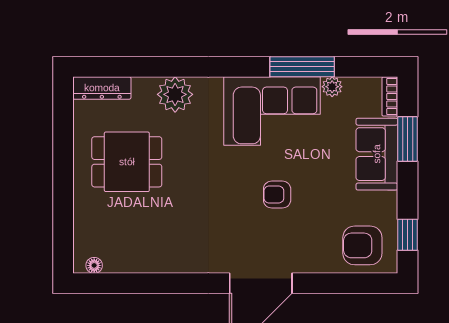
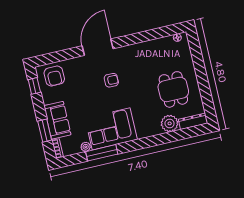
plant: (175, 94) -> (170, 123), moved
dining table: (127, 162) -> (173, 89), turned 90
armchair: (277, 195) -> (111, 80), moved
armchair: (362, 245) -> (54, 76), turned 90

